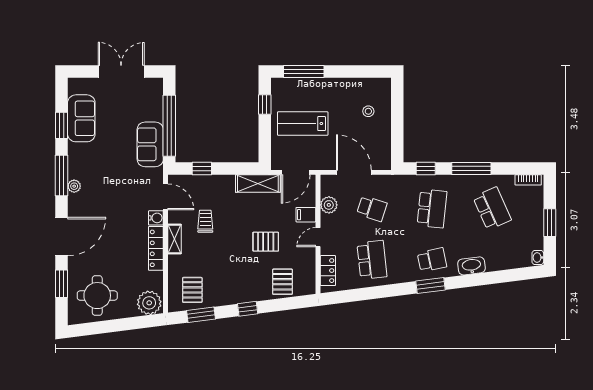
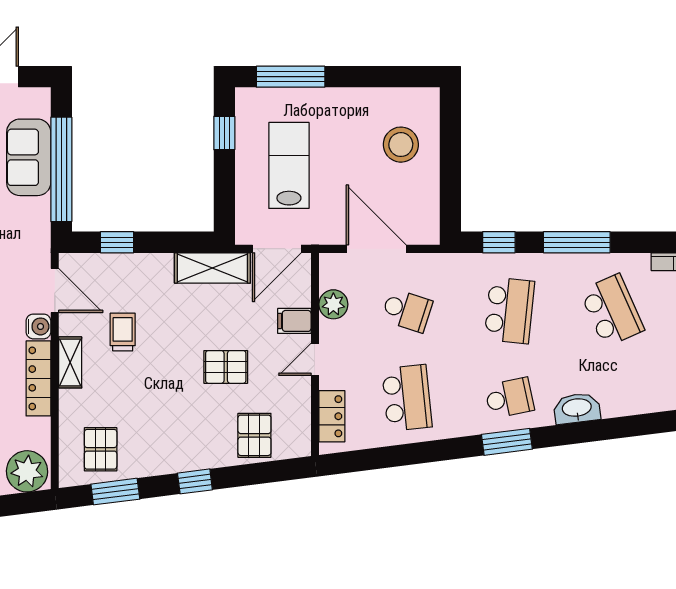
stool: (368, 111) -> (401, 145), width x1.89, depth x1.89
lab bench: (303, 124) -> (289, 165), turned 90
sofa: (150, 144) -> (29, 157), moved

